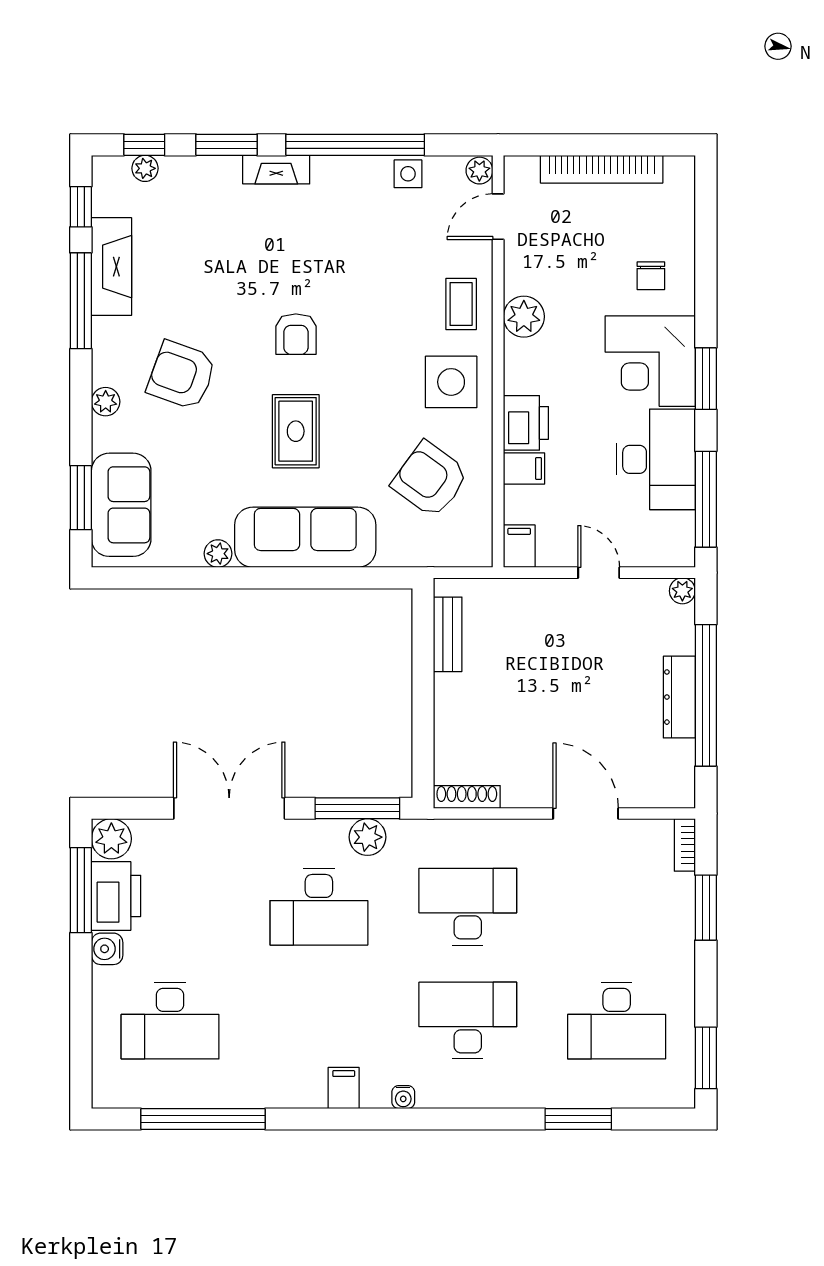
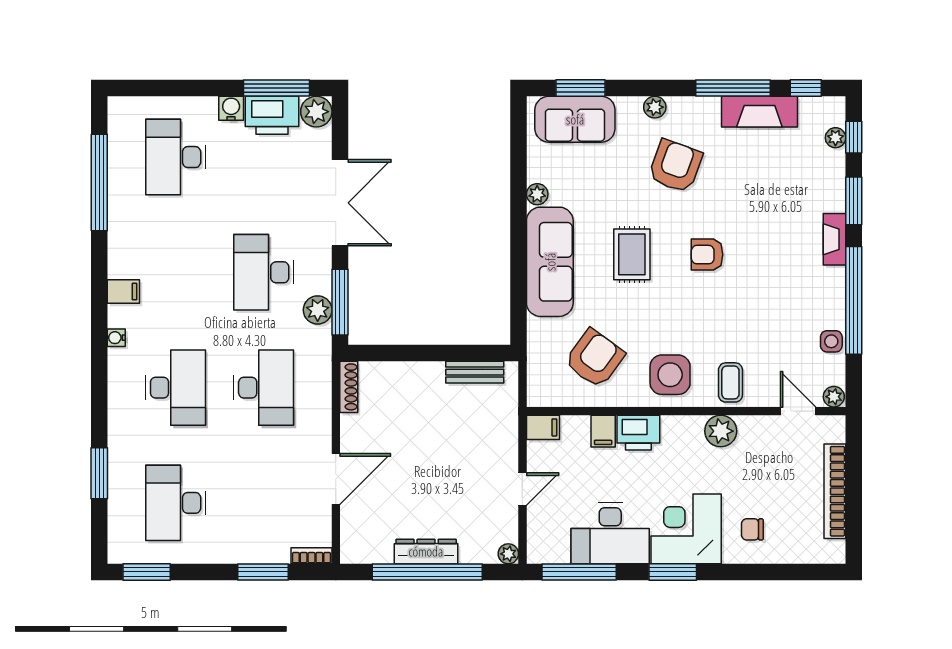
coffee table: (461, 304) -> (730, 382), turned 90
rug: (296, 431) -> (632, 254), turned 90

